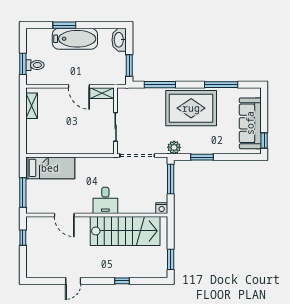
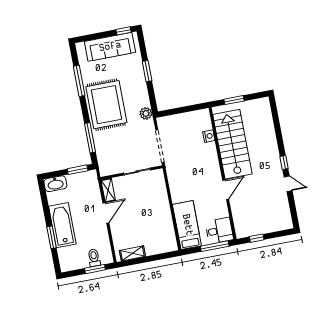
window: (202, 157) -> (147, 71), moved
window: (171, 179) -> (176, 111), removed
desk: (105, 200) -> (219, 231), moved
nightstand: (162, 208) -> (209, 136), moved
door: (64, 215) -> (226, 190), moved
window: (171, 259) -> (234, 100), moved
window: (122, 281) -> (284, 162), moved

